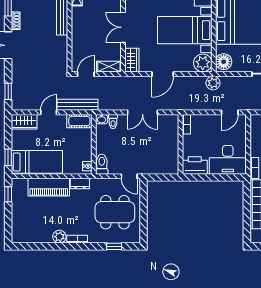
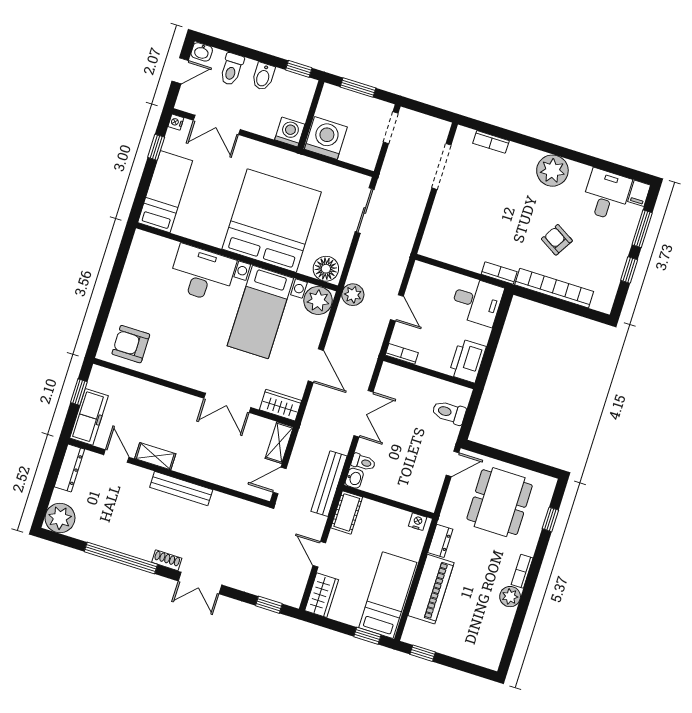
door: (86, 74) -> (280, 480), hinge flipped
bench: (77, 105) -> (329, 484), moved
door: (230, 112) -> (397, 308), moved
desk: (228, 160) -> (477, 301), width x0.73
toilet: (102, 164) -> (449, 412), moved

